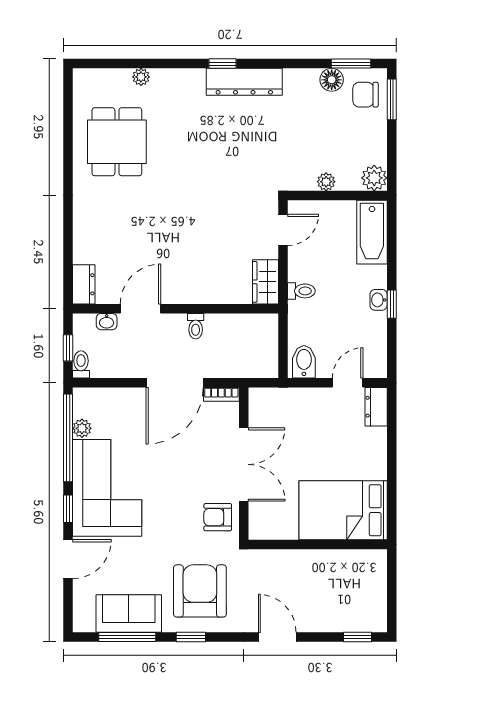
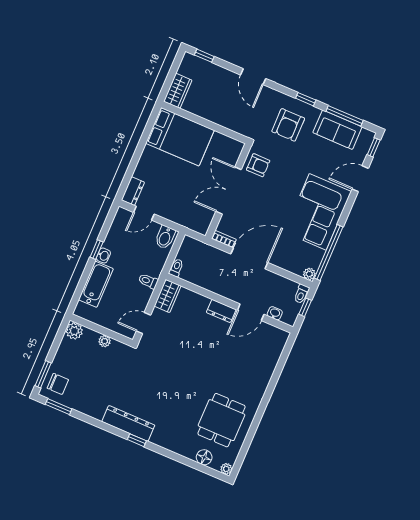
plant: (141, 77) -> (226, 469), moved
floor lamp: (332, 80) -> (204, 457), moved
bathtub: (372, 232) -> (96, 284), moved
dresser: (84, 284) -> (221, 311), moved, turned -90
toilet: (196, 326) -> (176, 268), moved
plant: (82, 428) -> (309, 274), moved
window: (68, 509) -> (374, 147), moved
wardrobe: (373, 573) -> (178, 91), added
armchair: (200, 591) -> (288, 125), width x0.73, depth x0.73

